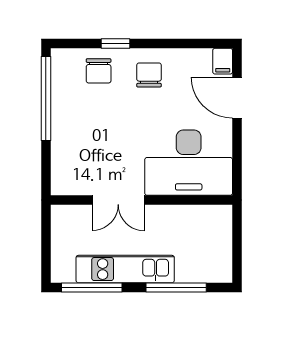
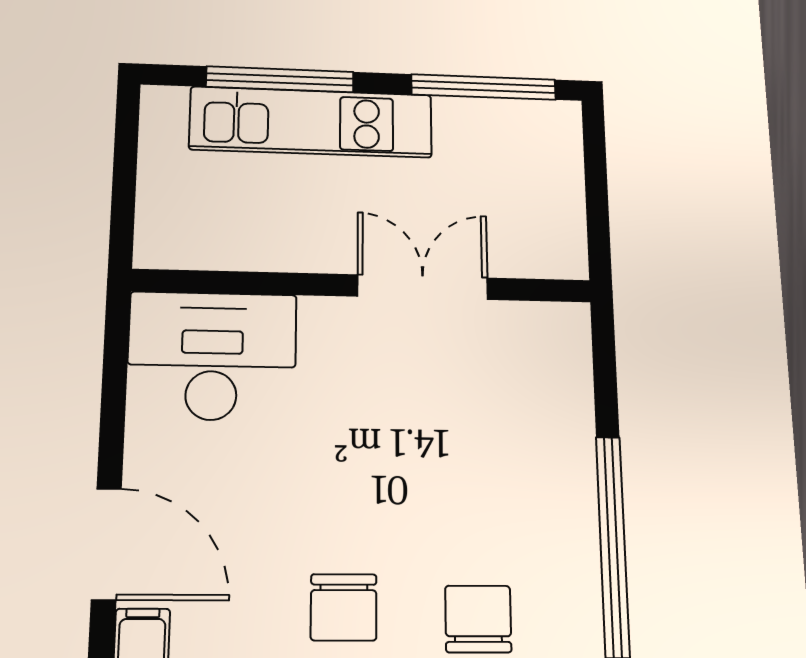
desk: (189, 163) -> (212, 356), width x0.73, depth x0.77
kitchen unit: (125, 269) -> (311, 122), moved

